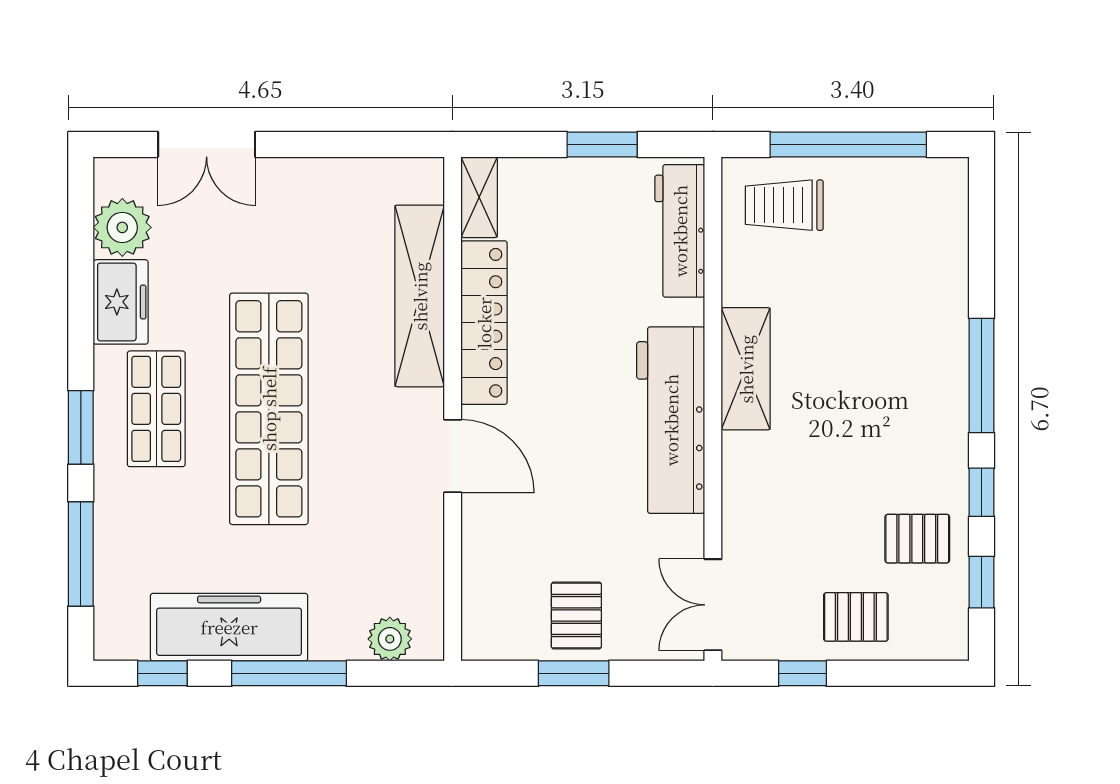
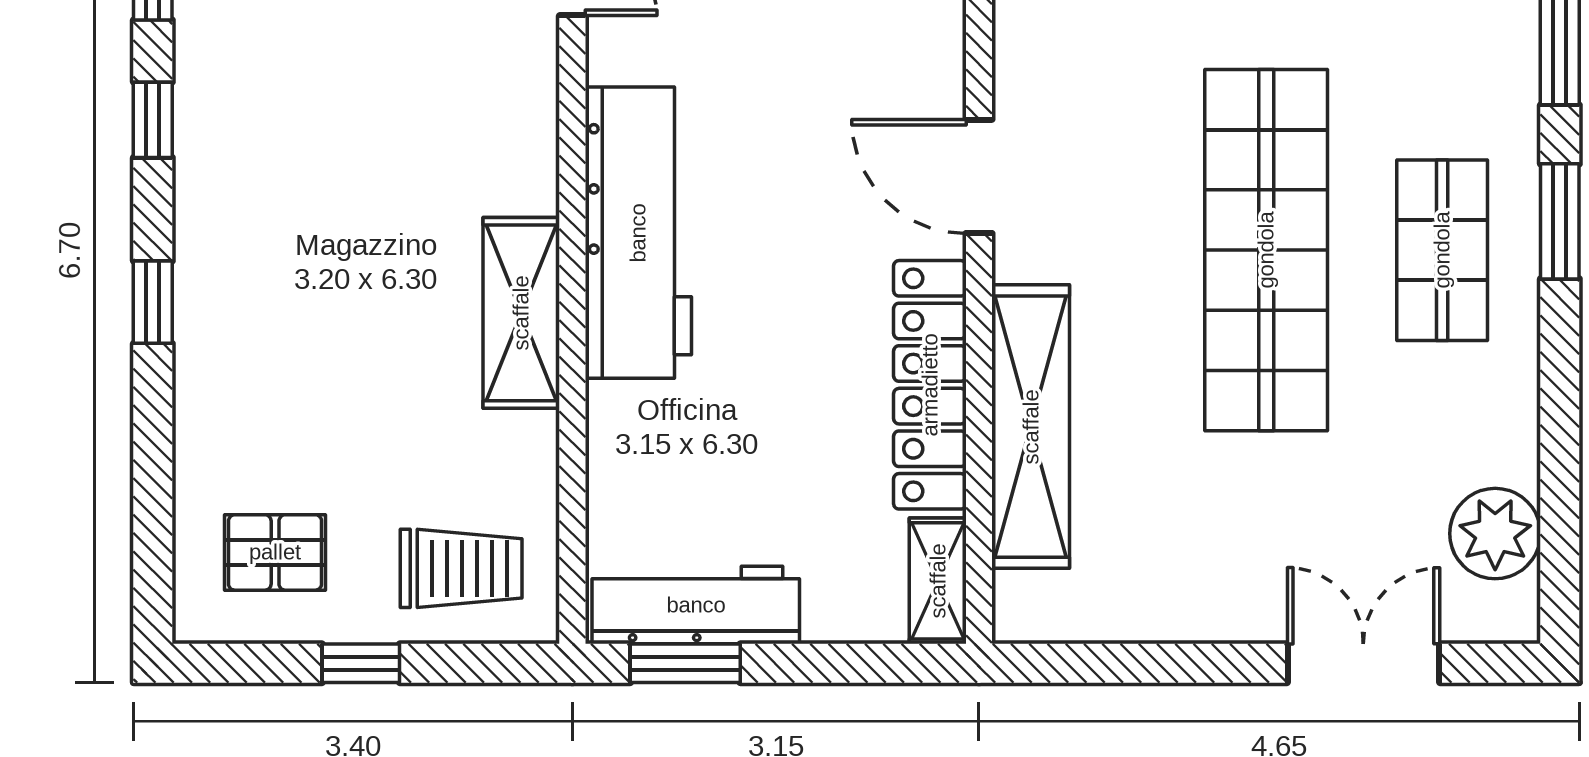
window: (602, 144) -> (685, 663), moved
window: (848, 144) -> (361, 663), width x0.32
workbench: (680, 231) -> (696, 605), moved, turned -90
freezer: (121, 302) -> (1498, 417), removed
window: (982, 376) -> (153, 302), width x0.46
pallet: (917, 539) -> (275, 552), moved

